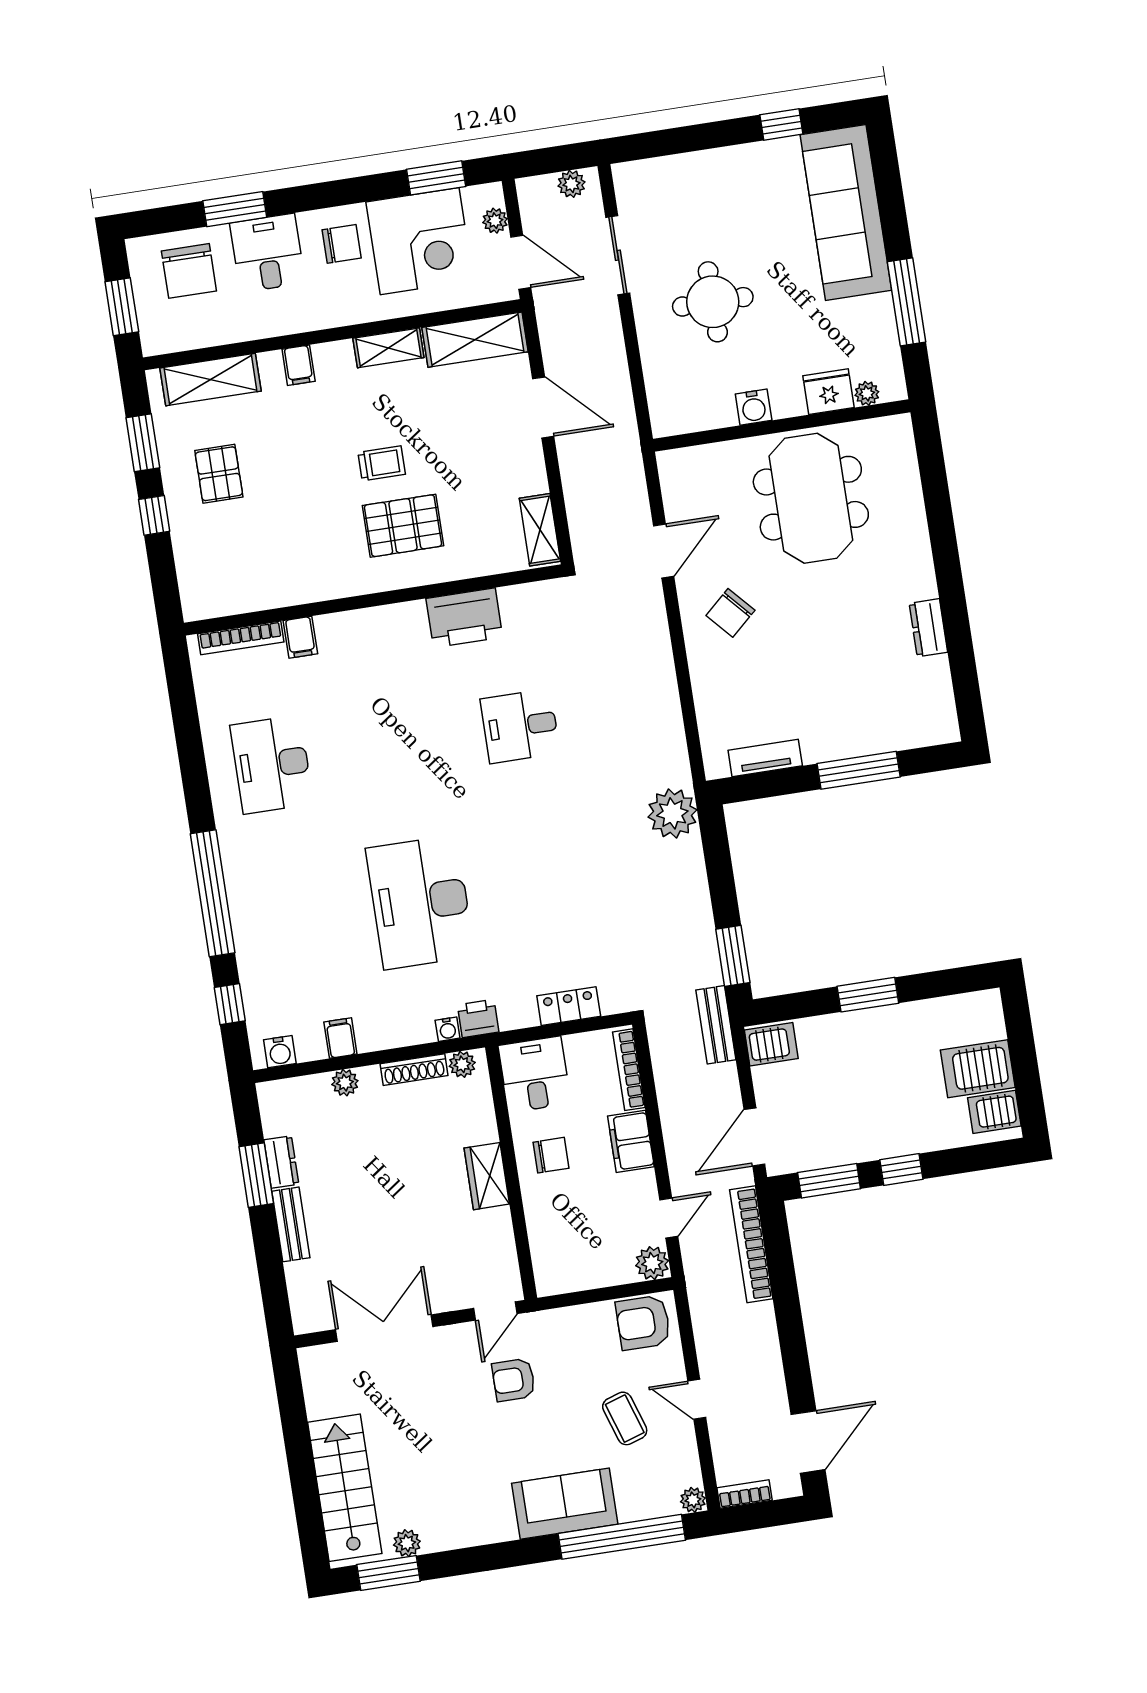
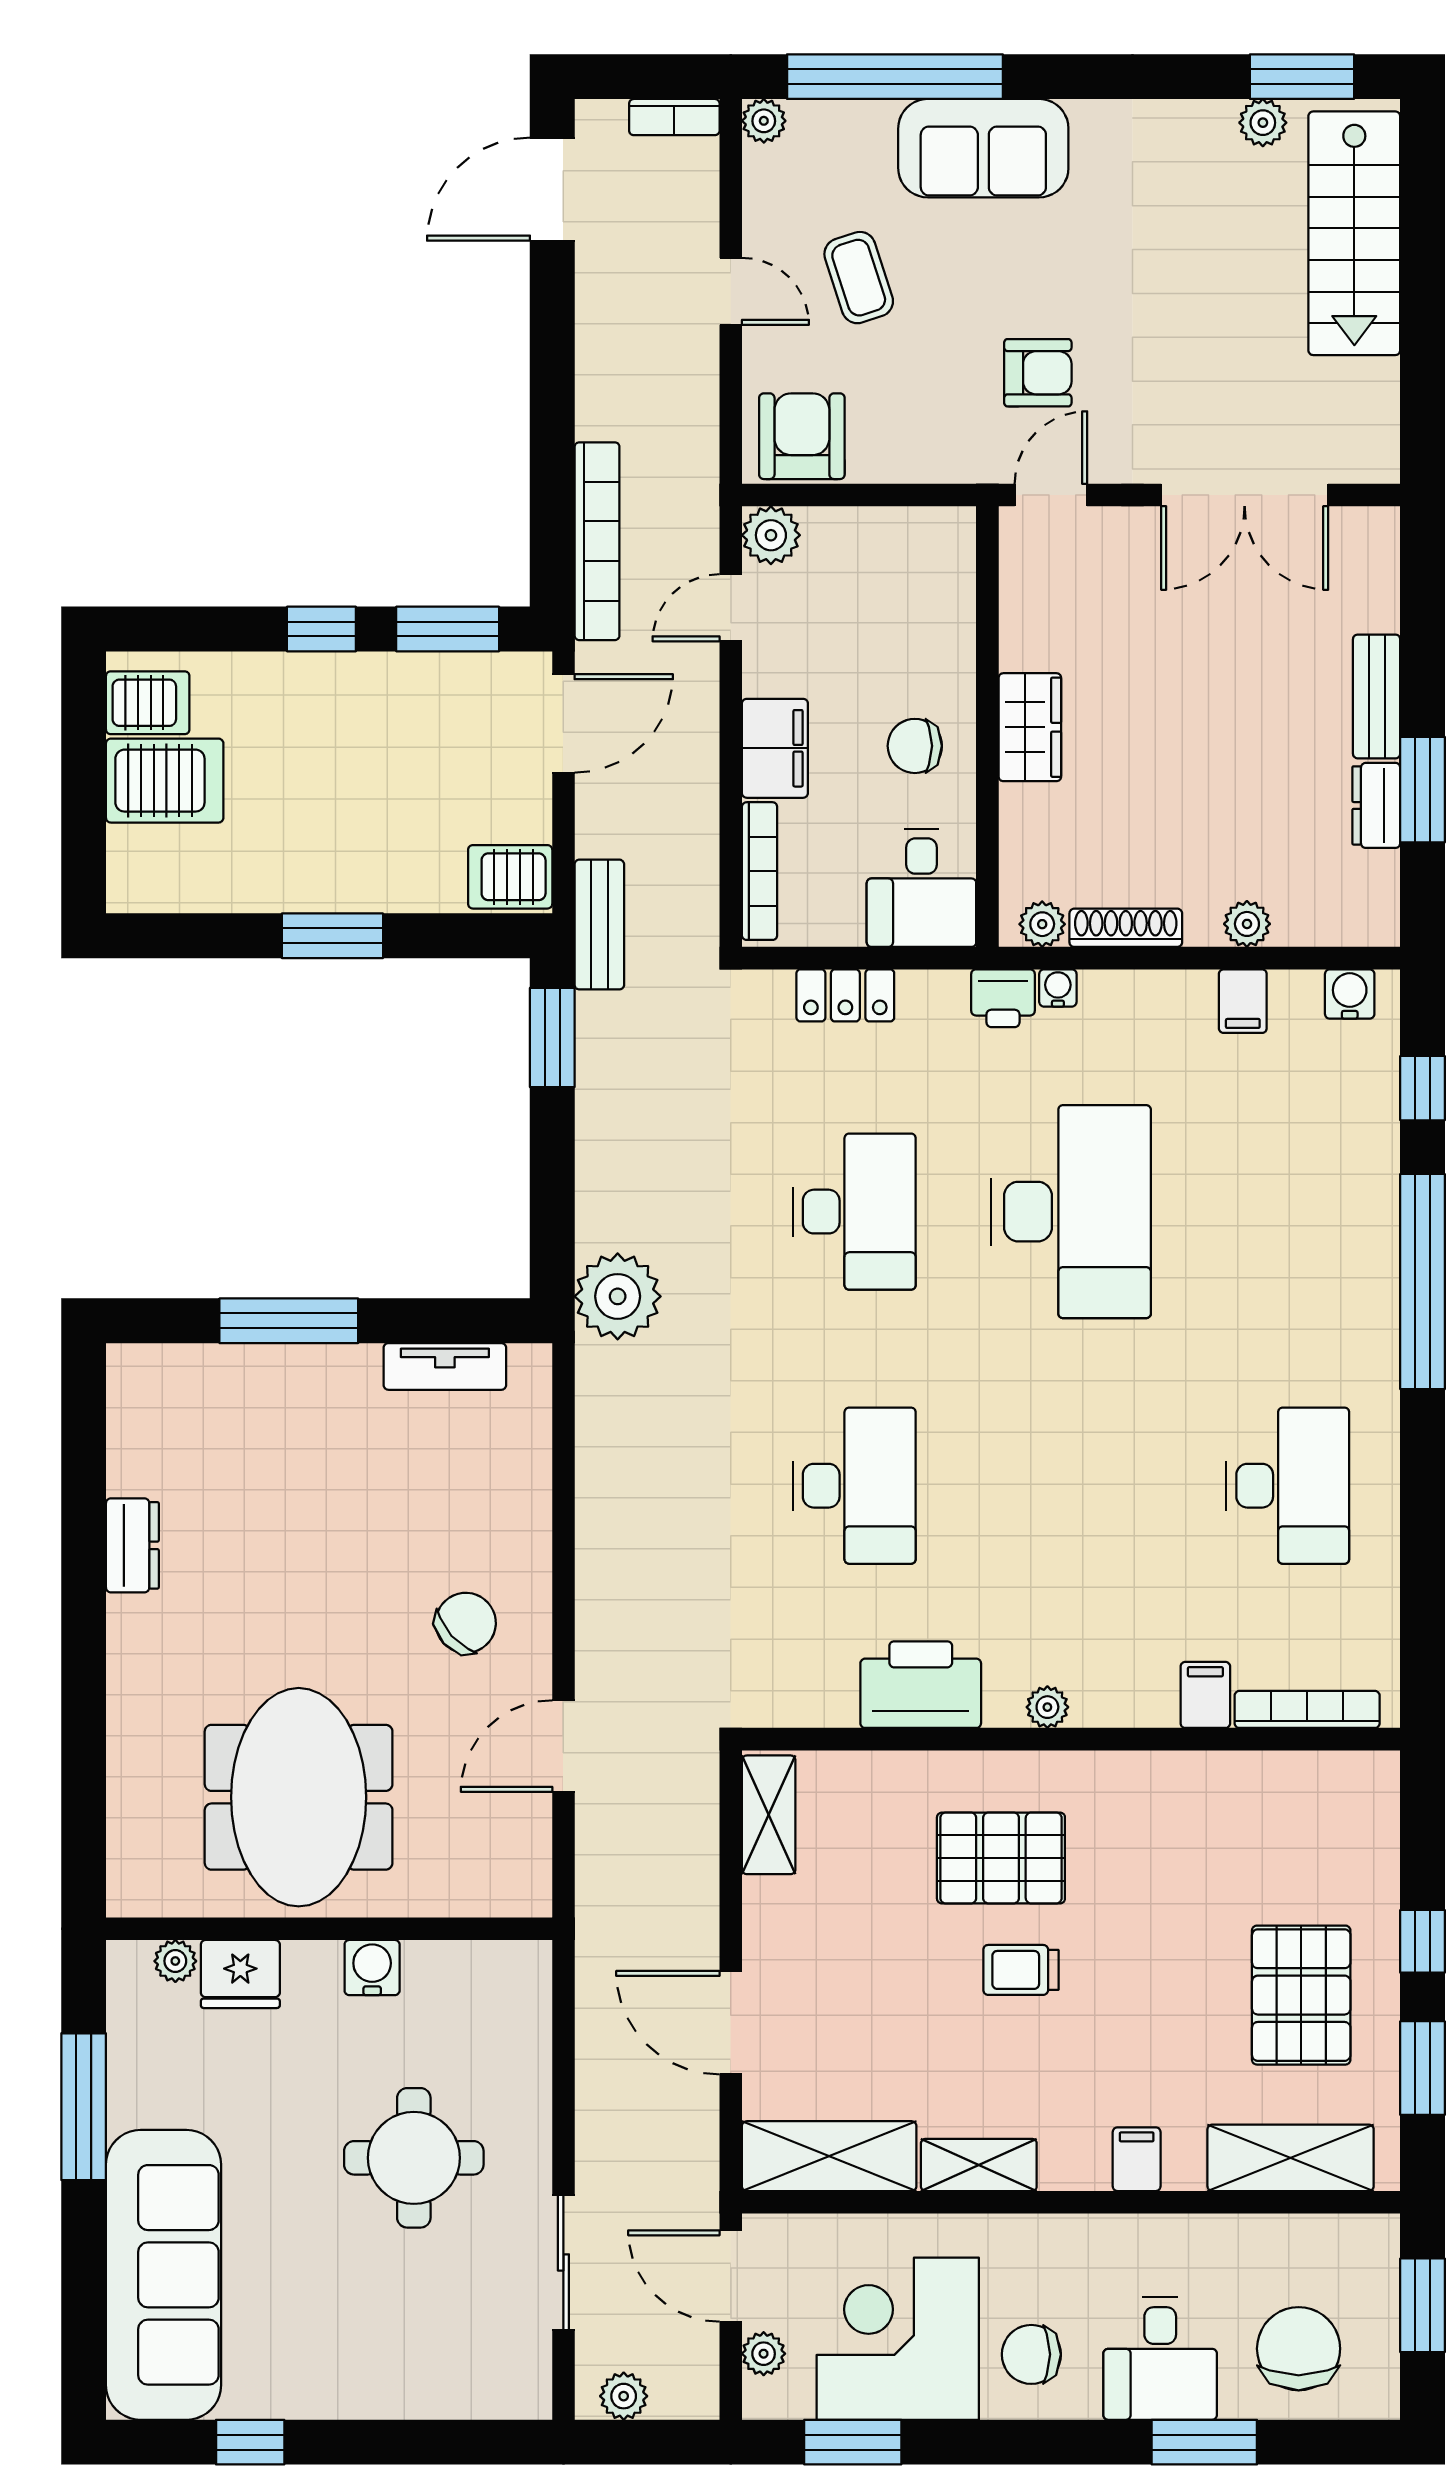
pallet: (219, 474) -> (1301, 1995), width x1.50, depth x1.42
plant: (390, 616) -> (1047, 1707), added
desk: (520, 726) -> (854, 1486), width x1.37
desk: (544, 883) -> (854, 1212), added
armchair: (643, 1323) -> (802, 436), turned -90

